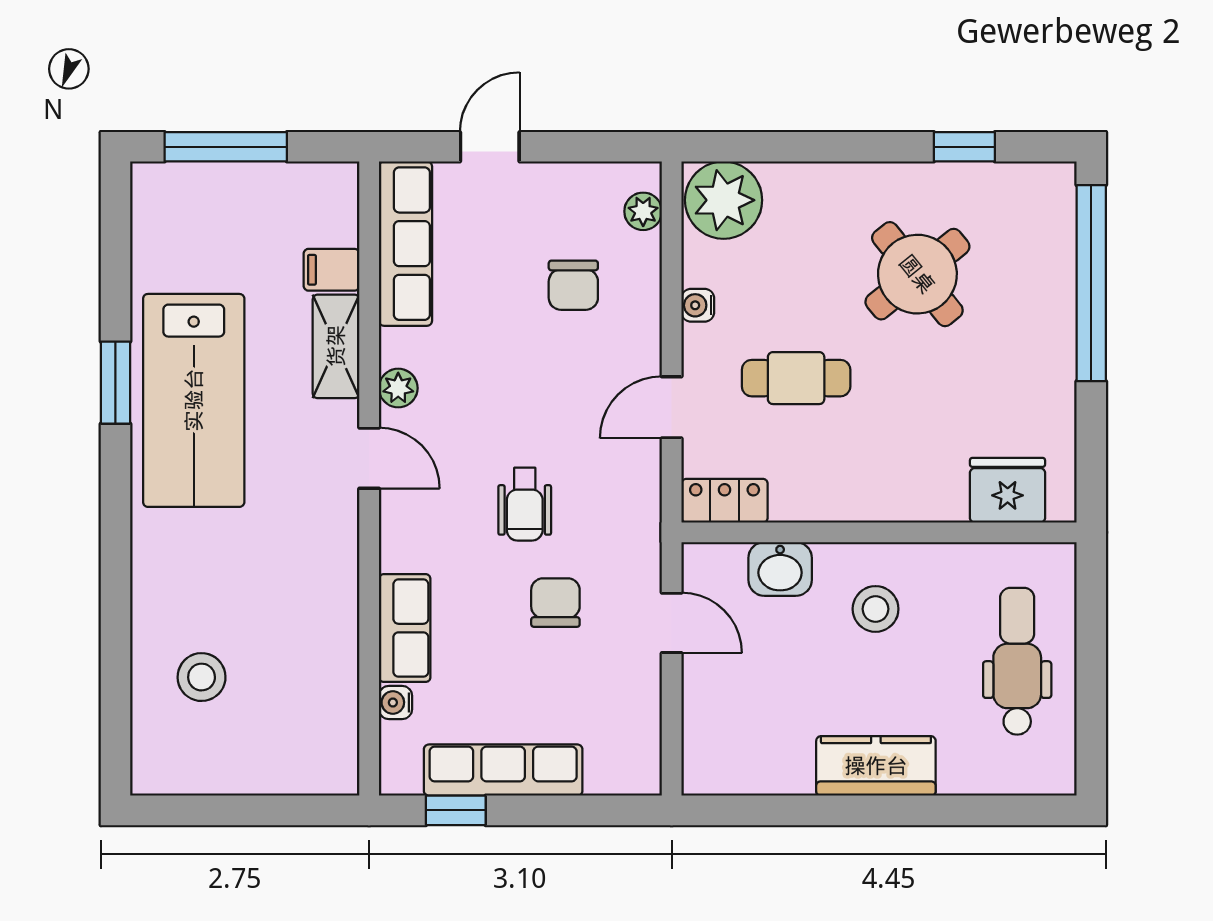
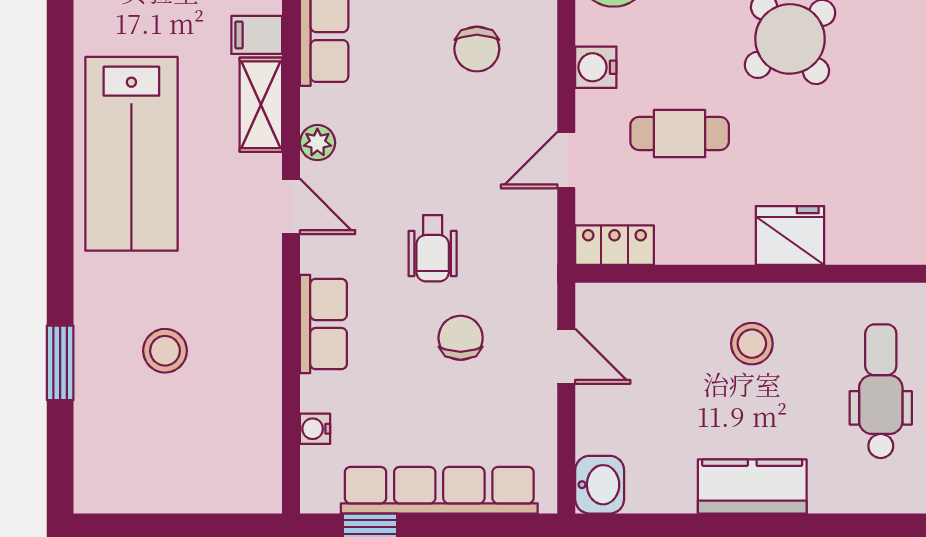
water cooler: (698, 305) -> (596, 67), width x1.38, depth x1.38
window: (115, 383) -> (60, 363), moved
fridge: (1008, 490) -> (790, 236), moved
washbasin: (780, 569) -> (600, 485), moved, turned -90
row of seats: (405, 628) -> (323, 324), moved
stool: (202, 677) -> (165, 351), moved
row of seats: (503, 770) -> (439, 490), width x1.36

